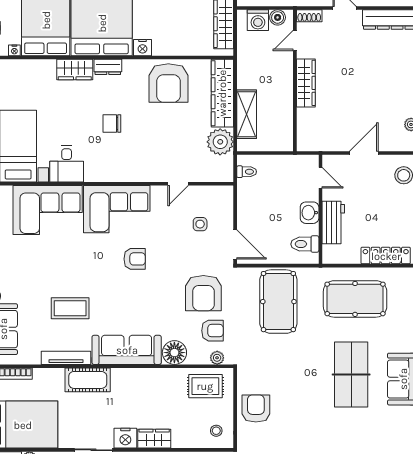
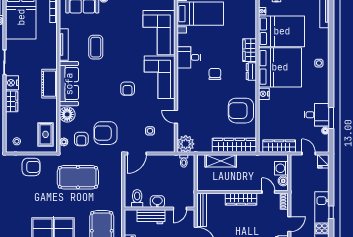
plant: (220, 142) -> (186, 144), moved
bench: (323, 144) -> (202, 210), added
desk: (67, 164) -> (189, 57), moved
pool table: (278, 302) -> (78, 177), moved
cot: (88, 380) -> (50, 84), moved

